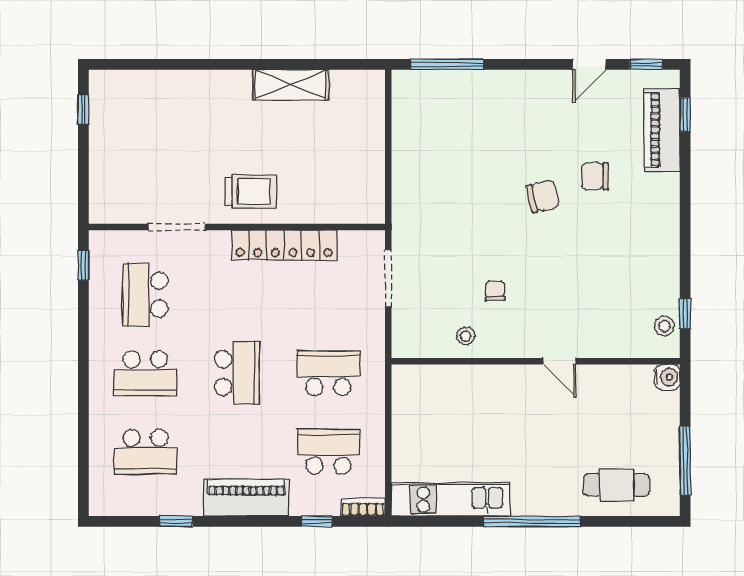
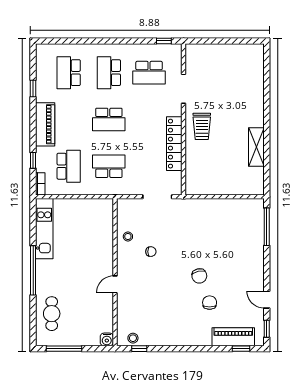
window: (83, 109) -> (244, 41), removed
school desk: (145, 295) -> (149, 73), turned 180
school desk: (328, 373) -> (109, 166), turned -90

